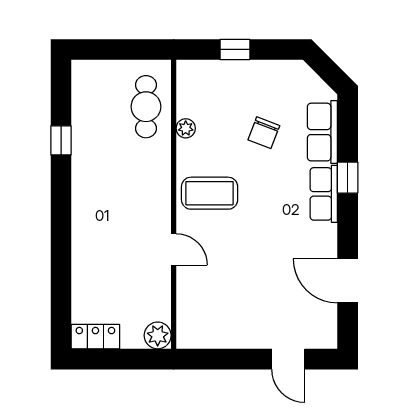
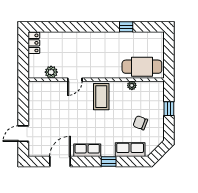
cafe table: (146, 107) -> (142, 67), width x1.37, depth x1.35
chair: (264, 133) -> (140, 123), moved
row of seats: (324, 194) -> (87, 150), moved
plant: (158, 335) -> (51, 72), moved

